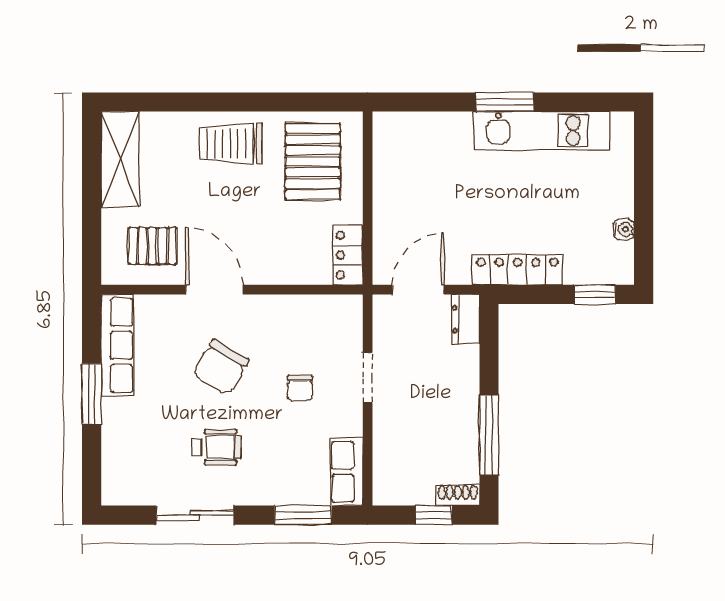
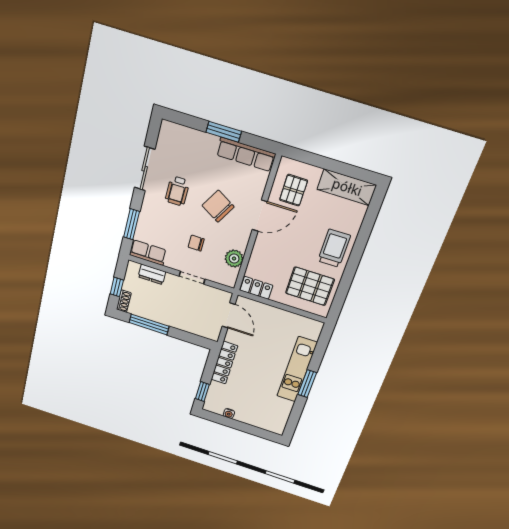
kitchen unit: (542, 131) -> (297, 369), moved
plant: (306, 312) -> (234, 259), added
dresser: (466, 319) -> (152, 274), moved, turned 180

